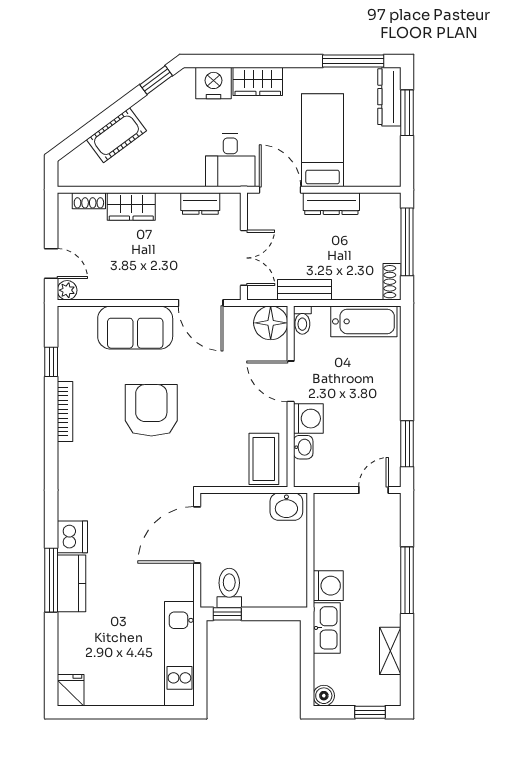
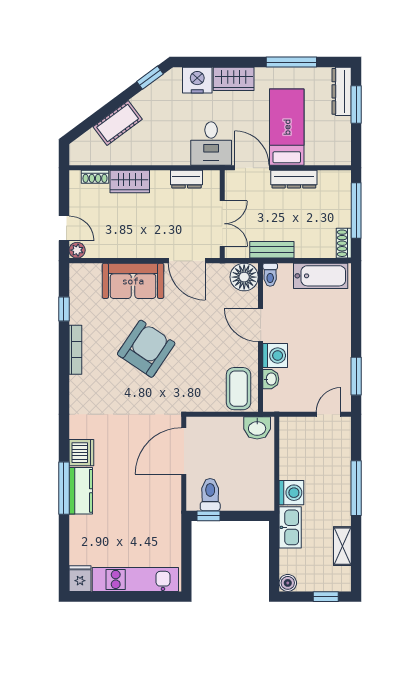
window: (353, 61) -> (291, 62), moved
armchair: (151, 410) -> (146, 349), turned 34
kitchen unit: (179, 654) -> (135, 579), moved, turned 90

